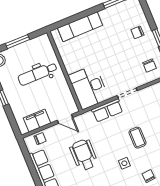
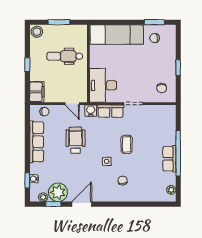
exam couch: (80, 27) -> (117, 35), width x1.36, depth x1.45
chair: (137, 32) -> (155, 38), moved
water cooler: (87, 118) -> (91, 111), added
filing cabinet: (37, 121) -> (37, 92), moved, turned 90

